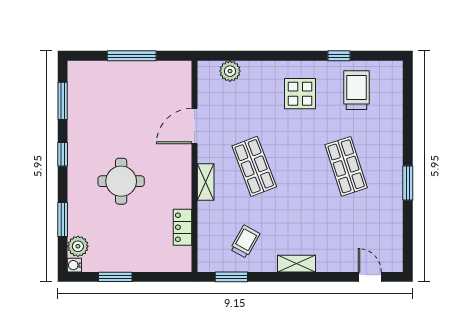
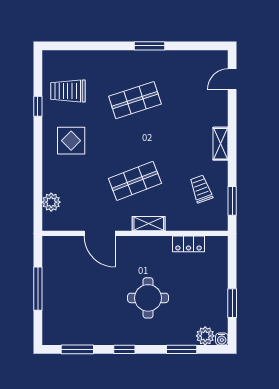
trolley: (245, 241) -> (201, 189), turned 41

